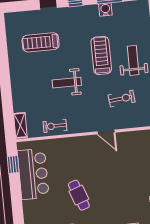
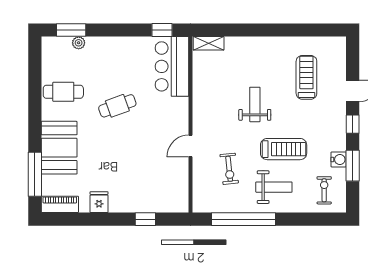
exercise bike: (55, 126) -> (324, 190), moved
bar counter: (33, 174) -> (172, 66), moved, turned 90

